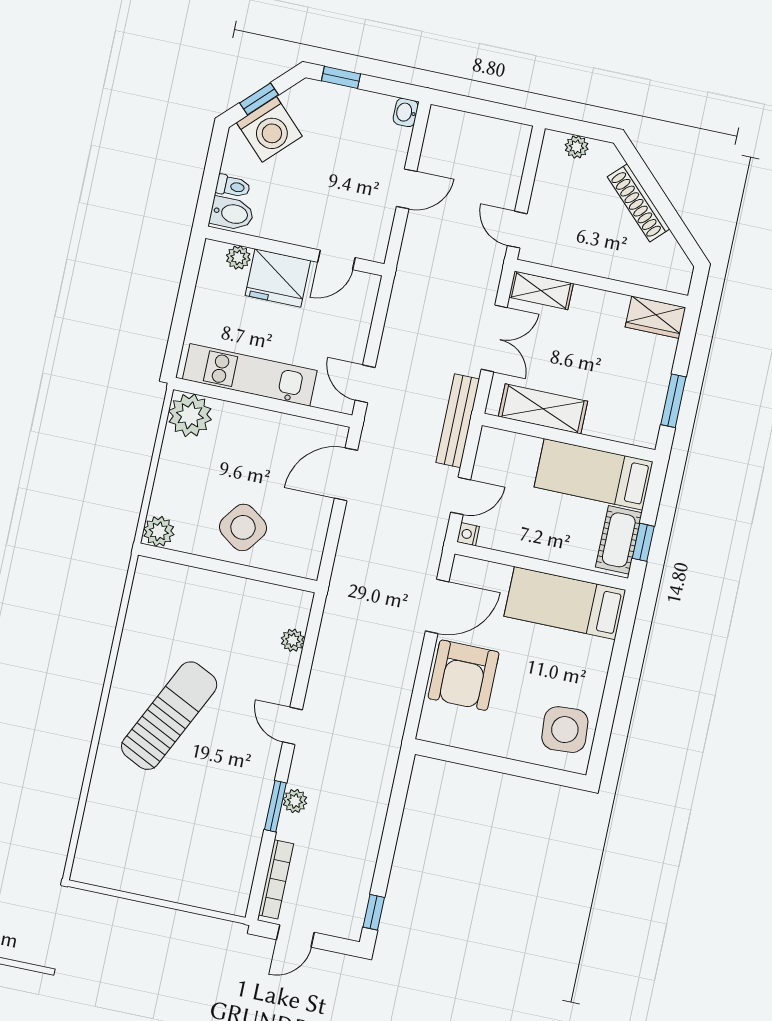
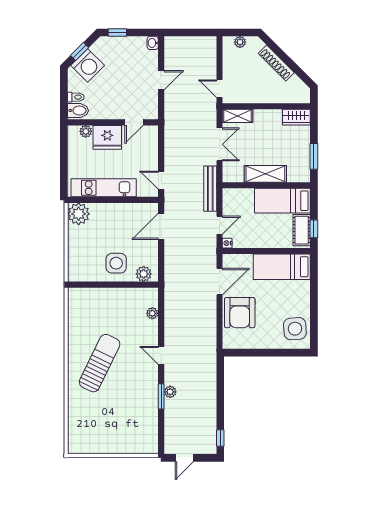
shelving: (543, 409) -> (265, 174), moved
side table: (243, 527) -> (116, 263), turned -36
plant: (159, 531) -> (144, 274), moved
bookcase: (276, 879) -> (169, 432), removed

